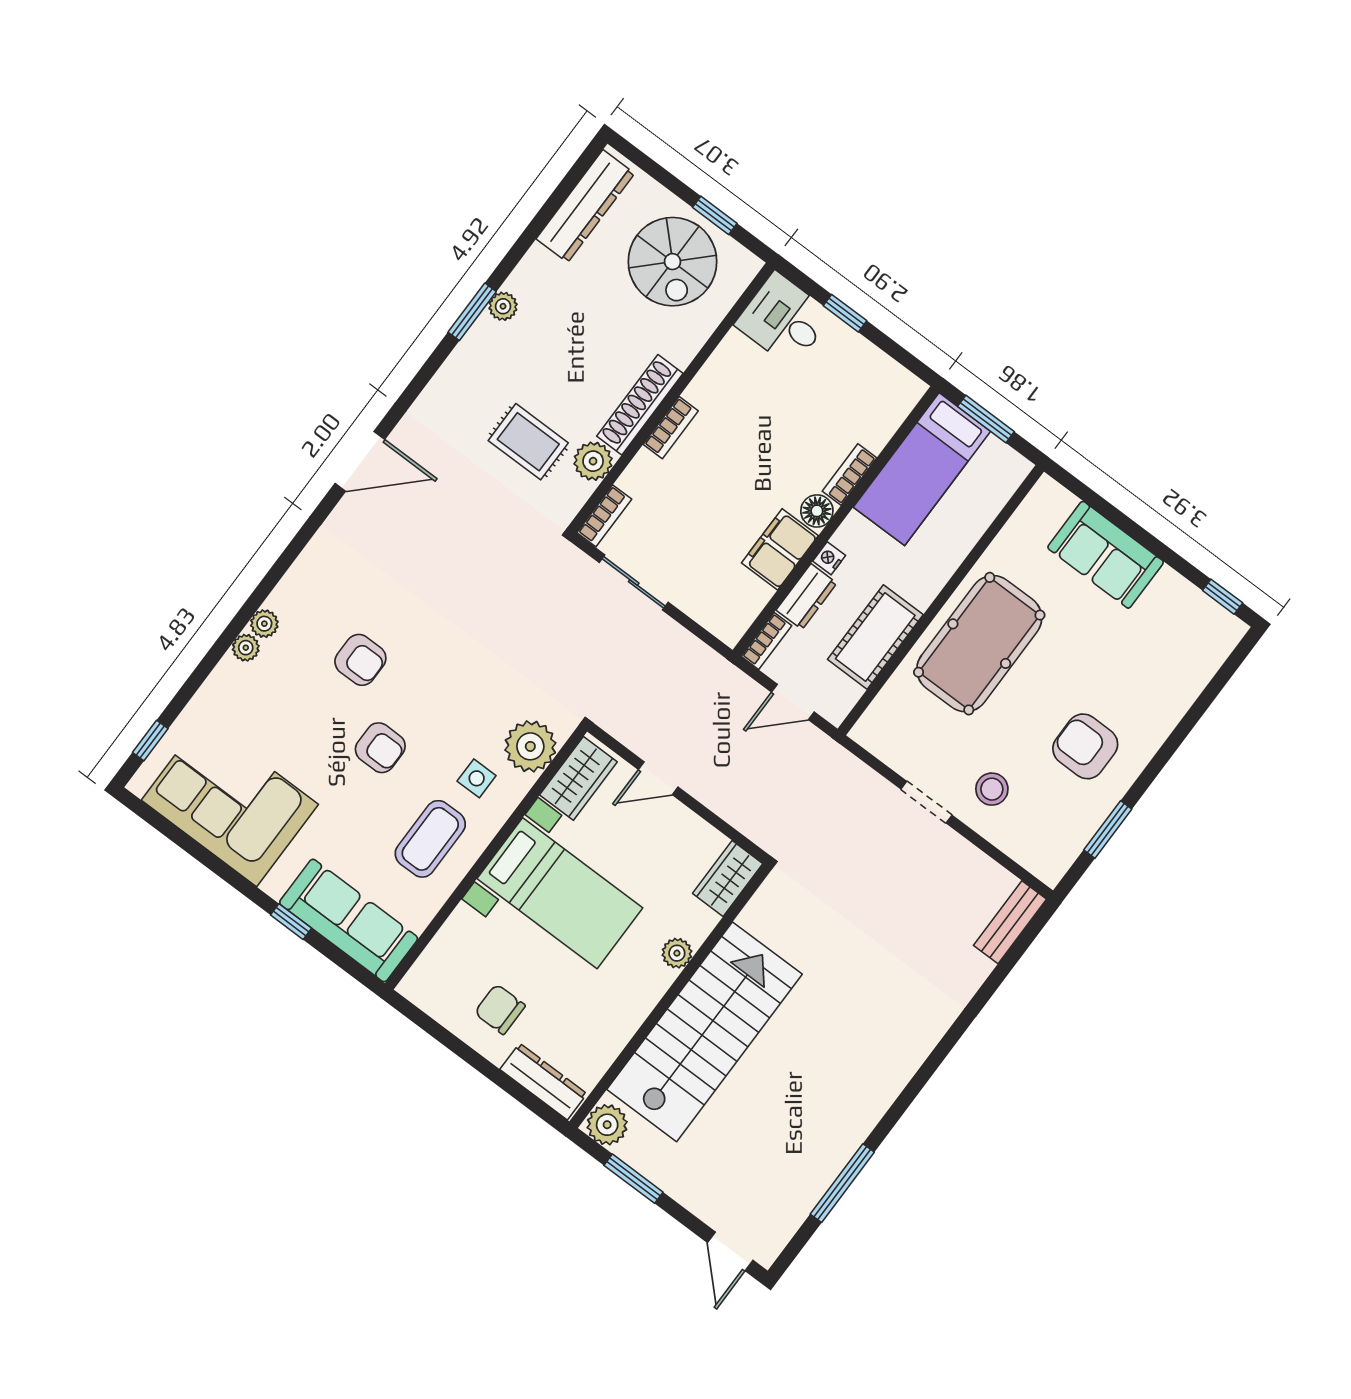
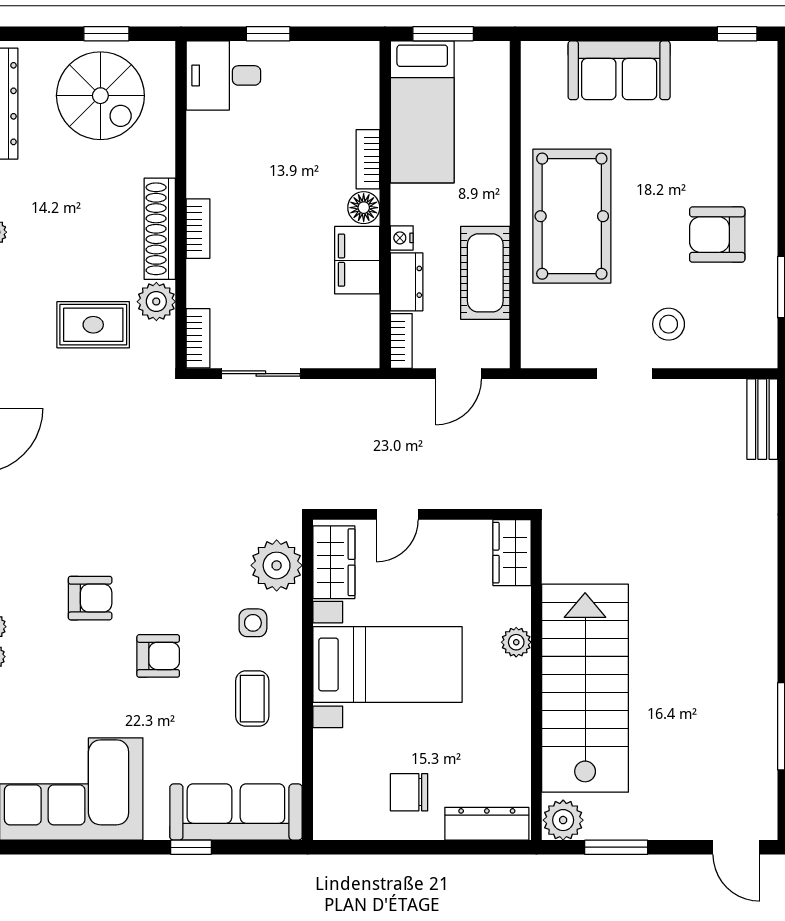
coffee table: (430, 839) -> (252, 699), width x0.73, depth x0.77

